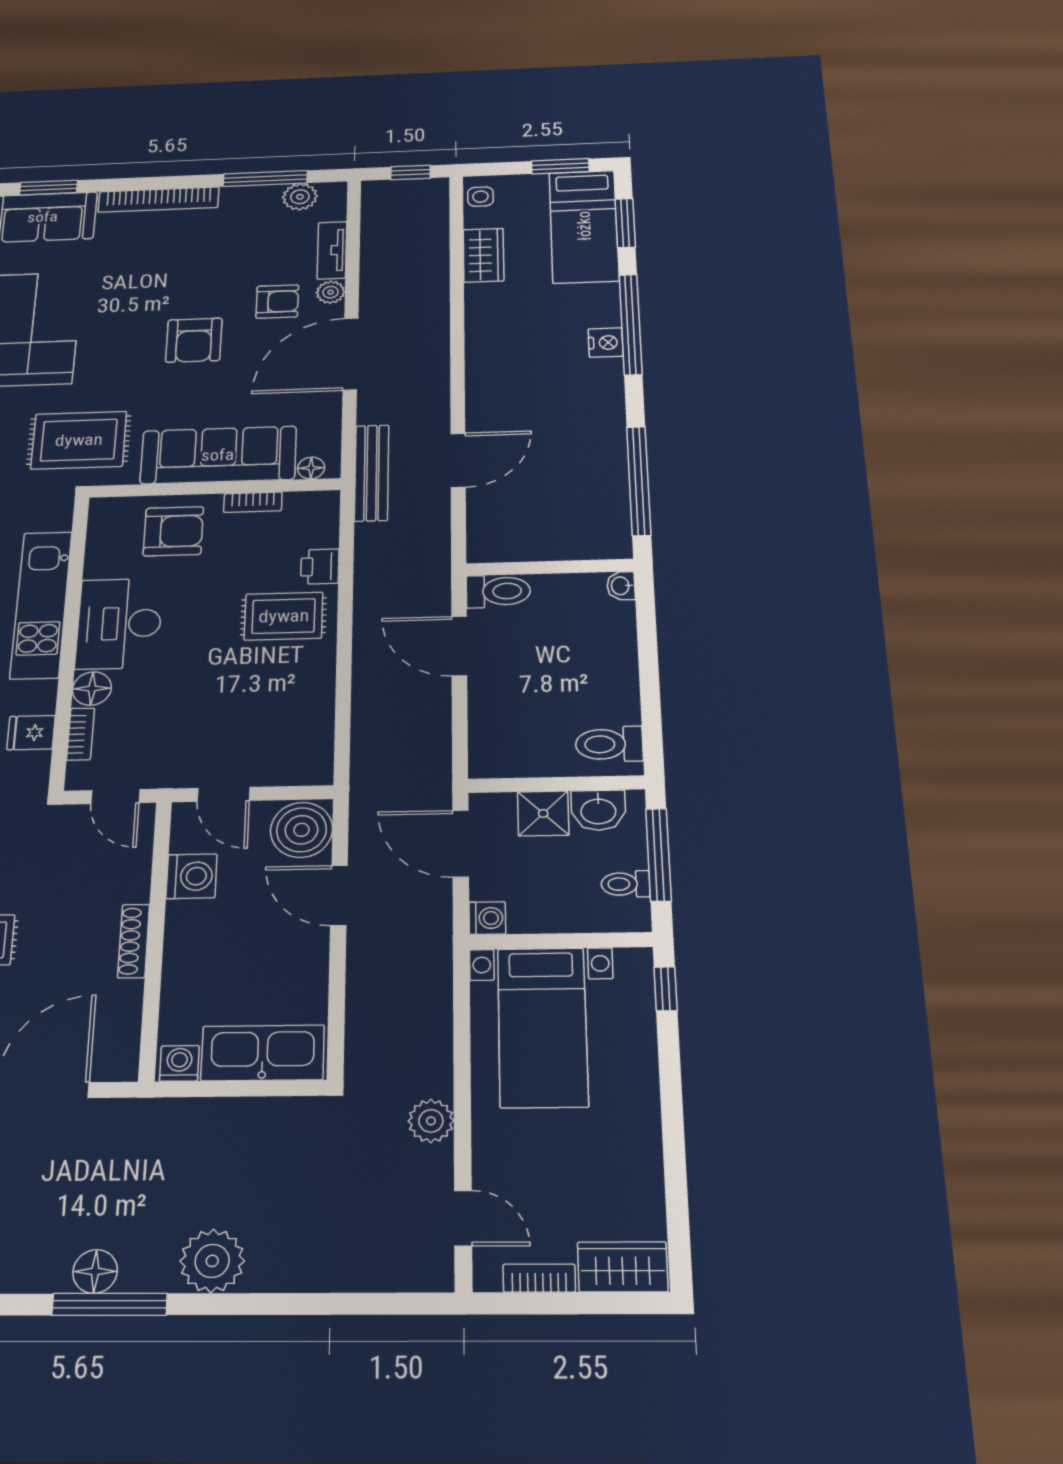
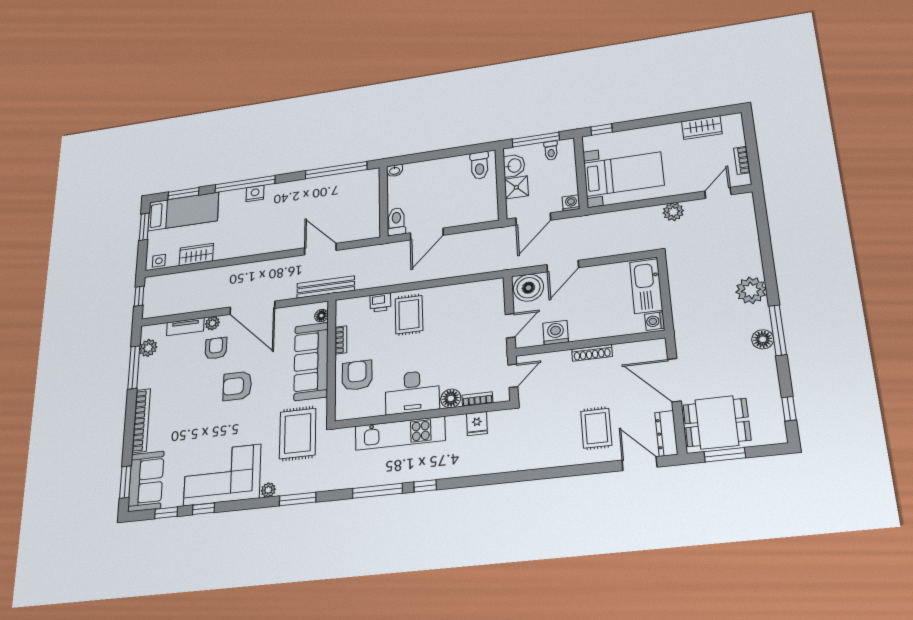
armchair: (194, 340) -> (237, 386), turned 180
wardrobe: (623, 1267) -> (702, 128), moved, turned -90

